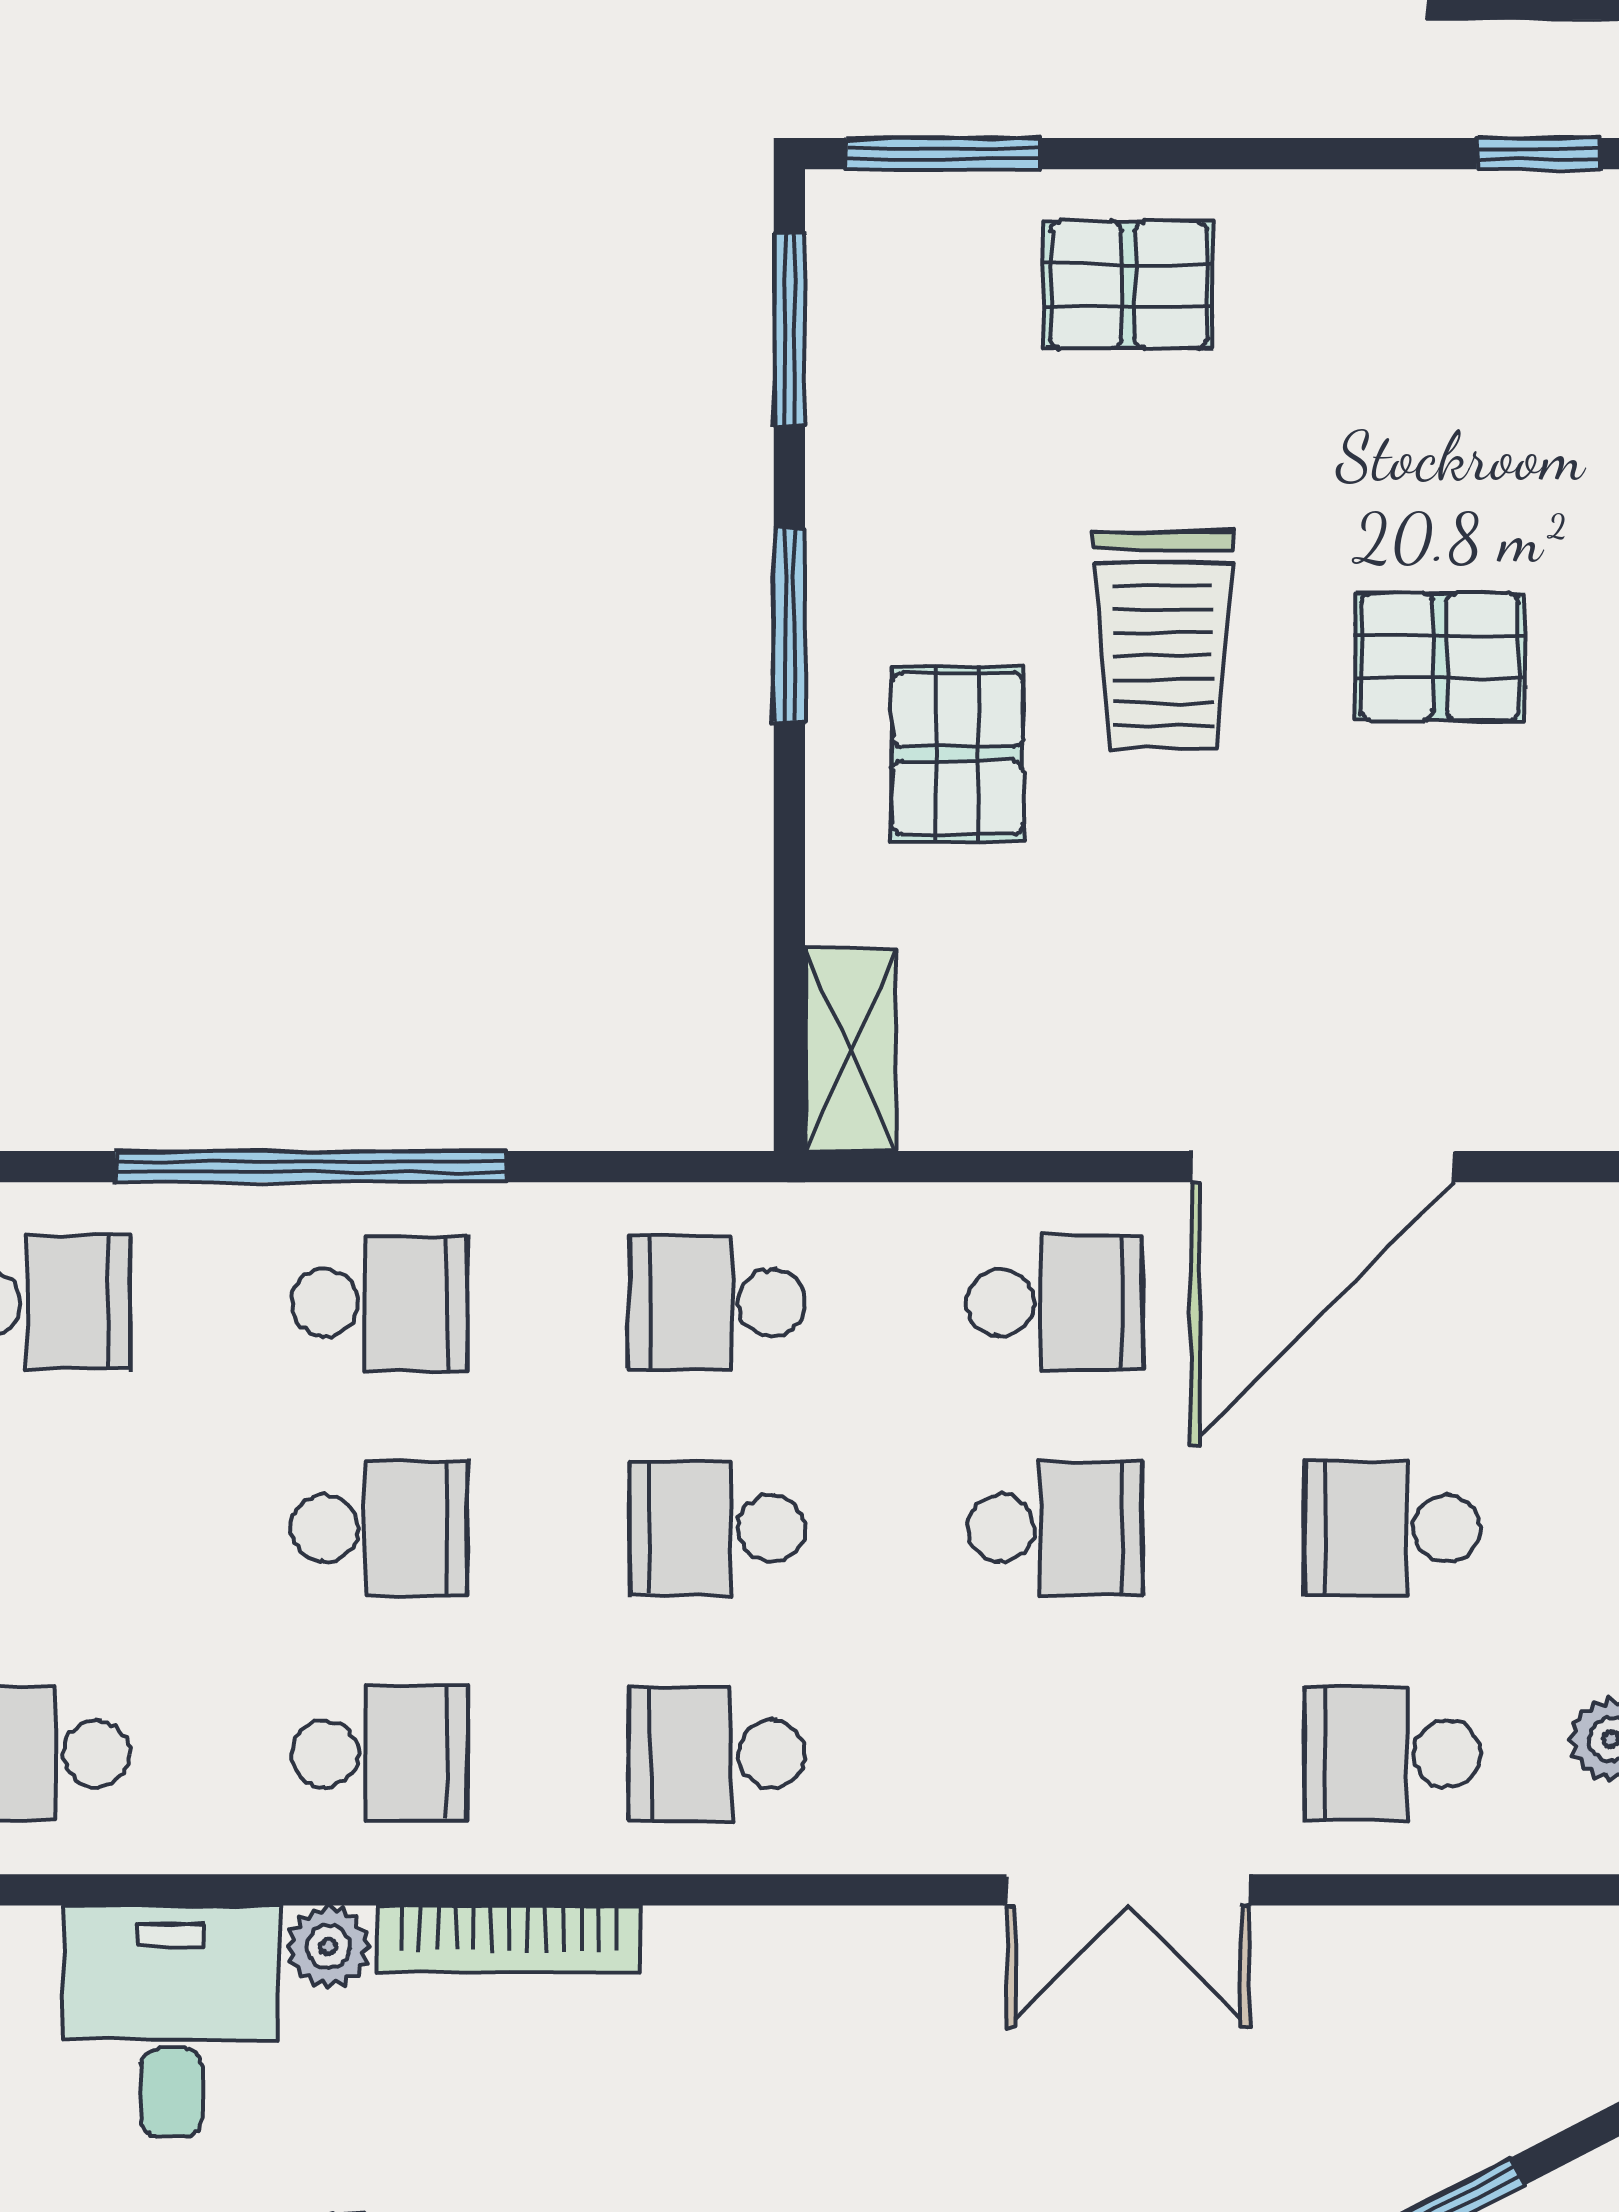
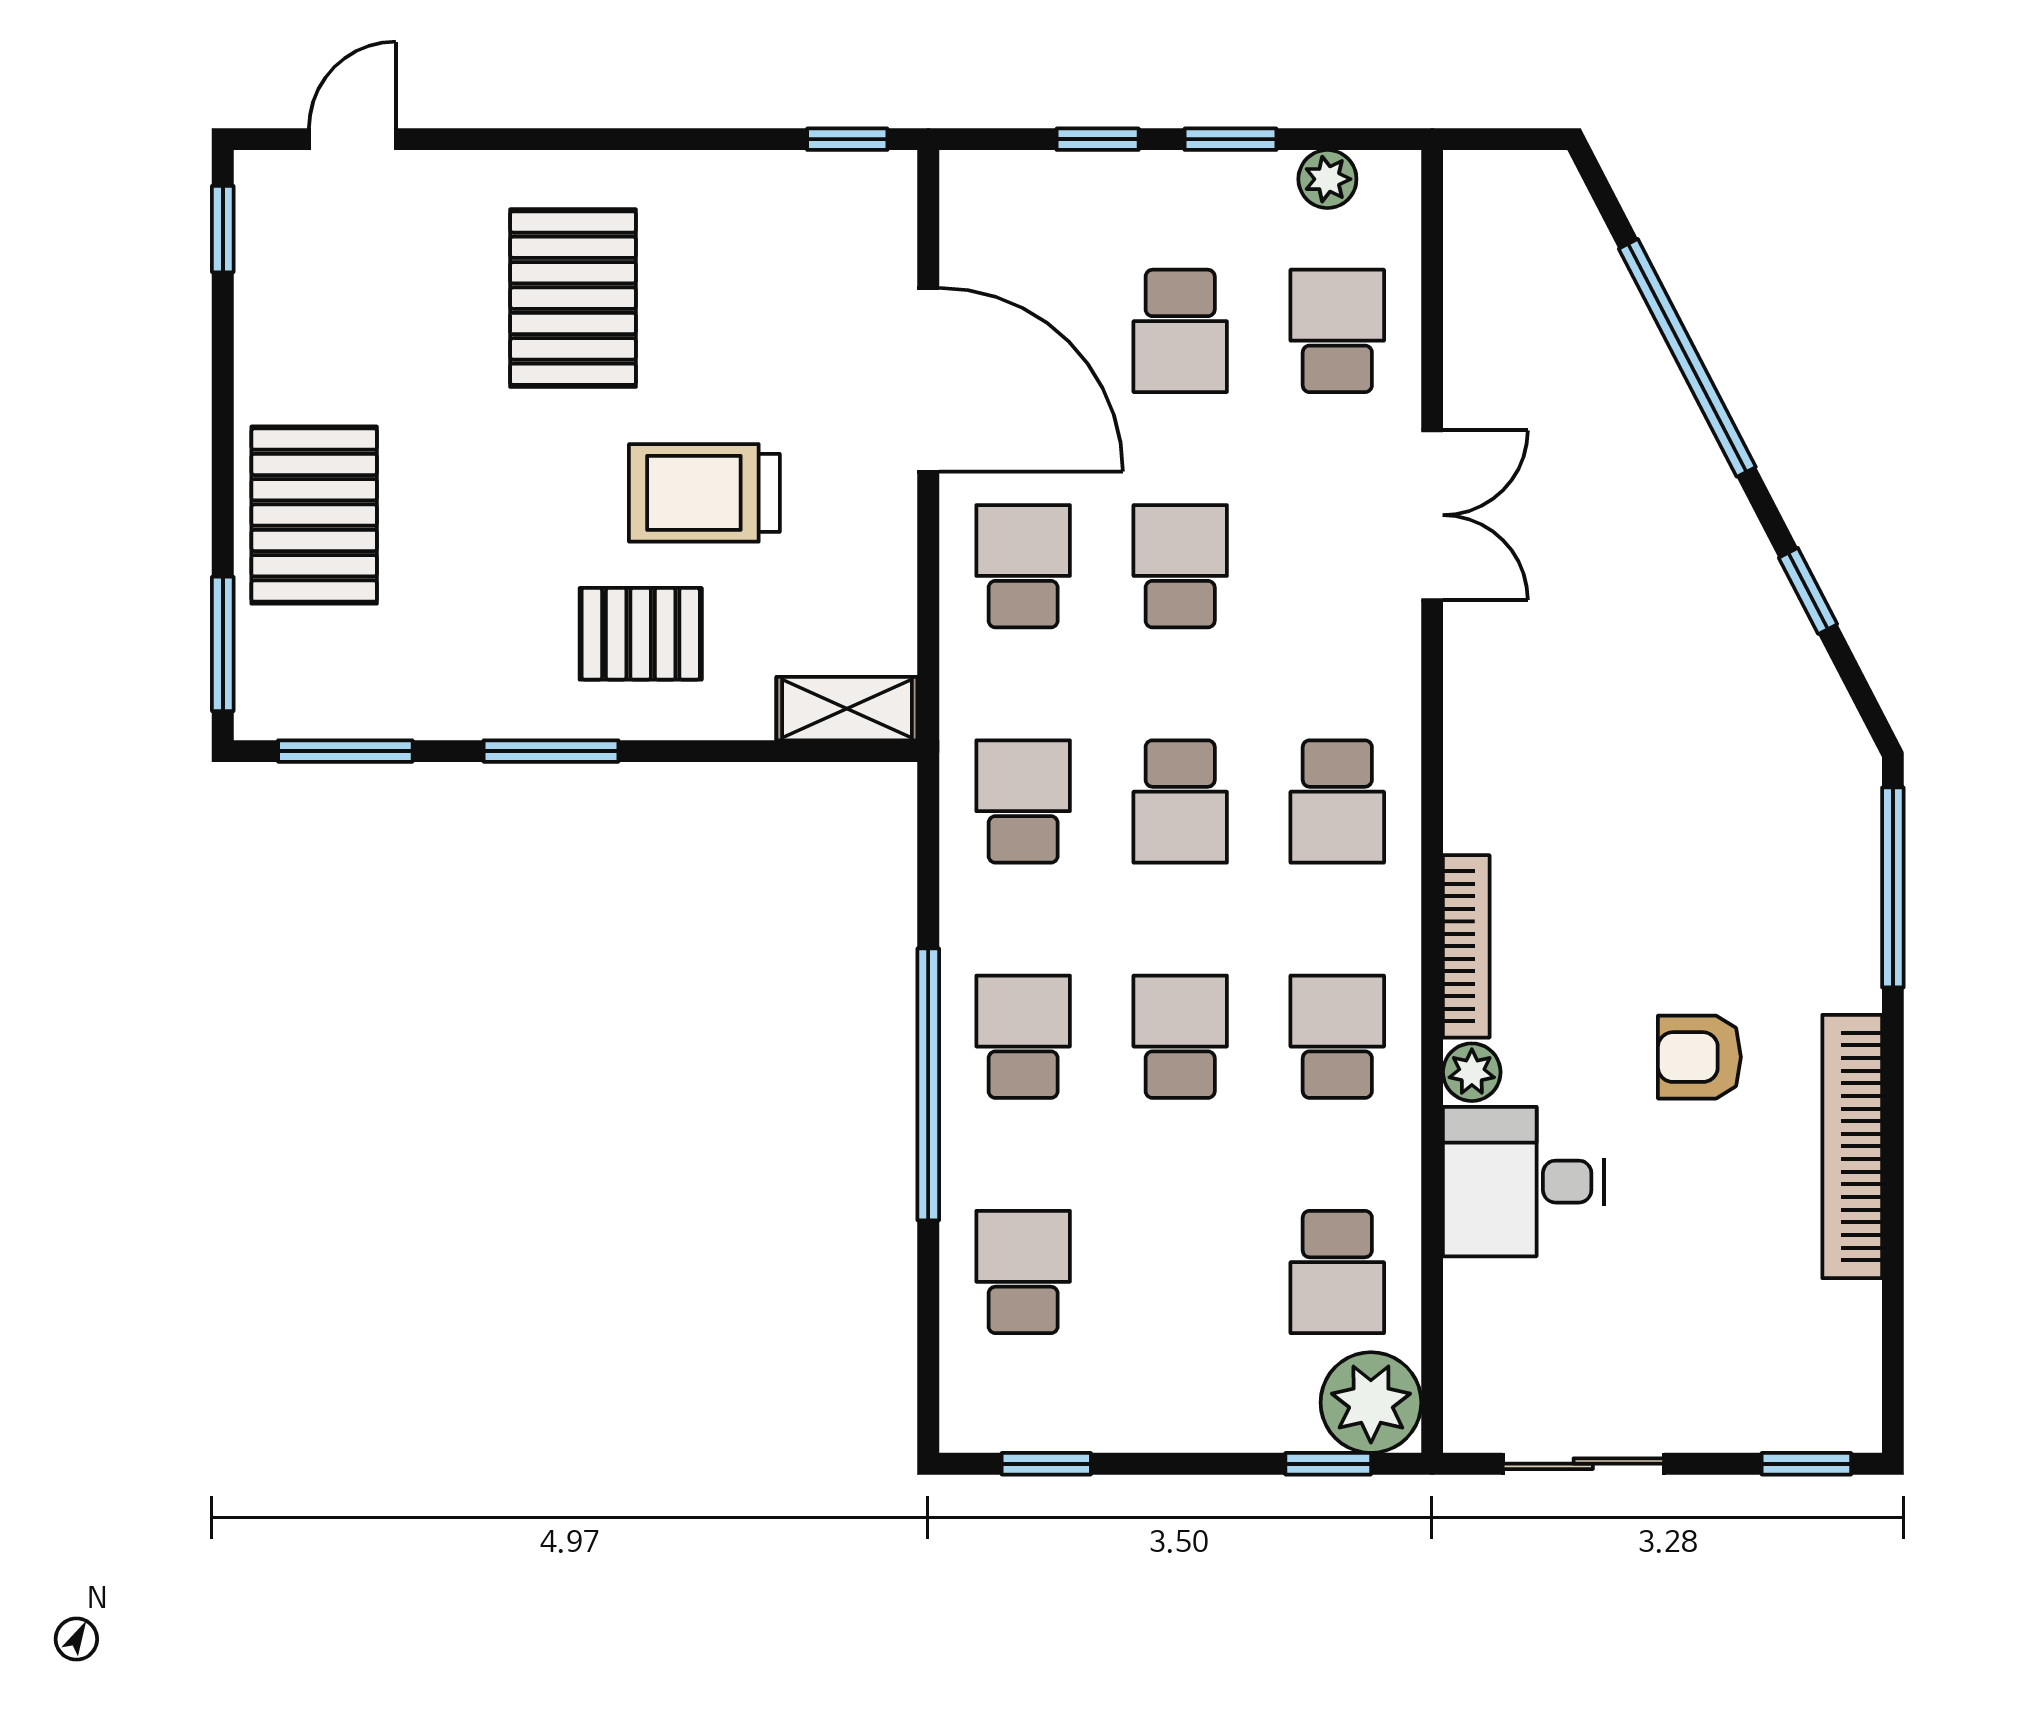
pallet: (1128, 285) -> (314, 515), width x1.50, depth x1.42
trolley: (1163, 641) -> (704, 493), moved, turned 180
pallet: (1440, 657) -> (573, 298), width x1.50, depth x1.42
school desk: (717, 1303) -> (1023, 801), turned 180
school desk: (1393, 1754) -> (1337, 331), turned 180

